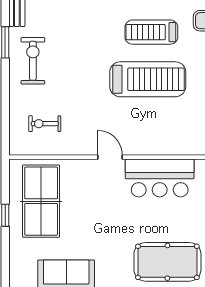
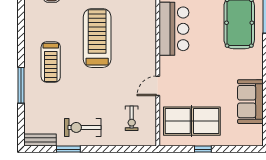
treadmill: (151, 32) -> (51, 62), moved
door: (110, 157) -> (158, 86), moved

